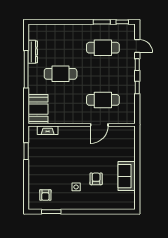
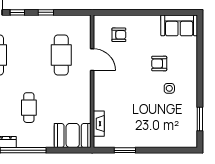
cafe table: (61, 74) -> (29, 108), width x0.73, depth x0.74
sofa: (127, 176) -> (179, 25), moved
armchair: (45, 195) -> (119, 35), moved

